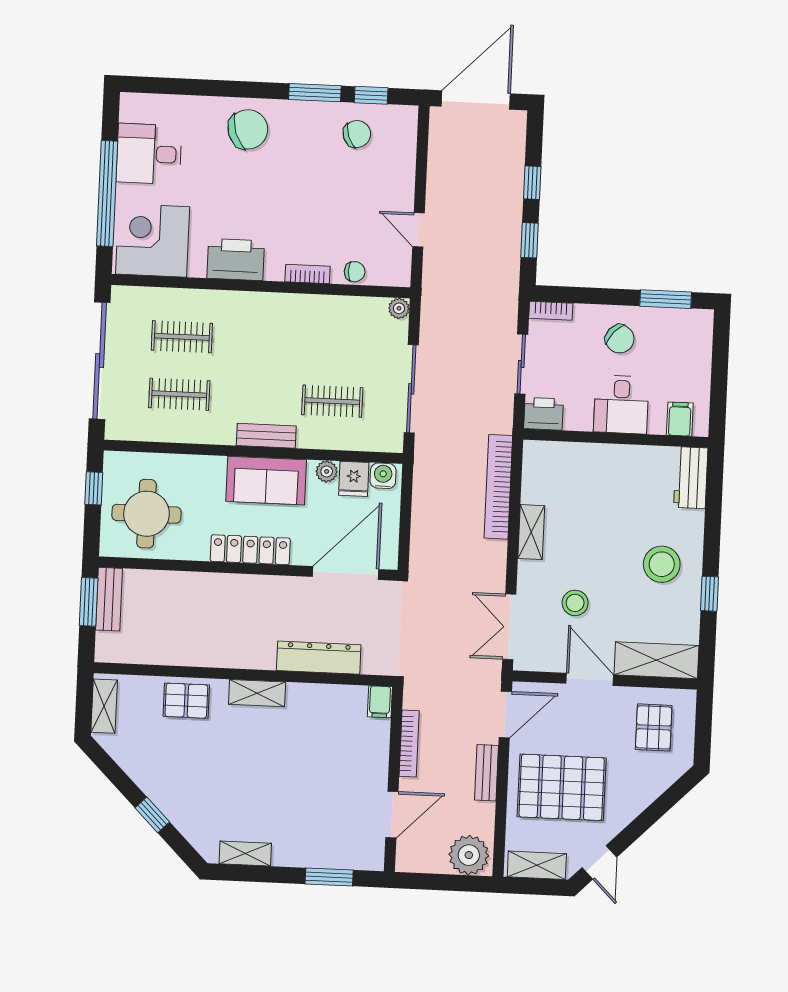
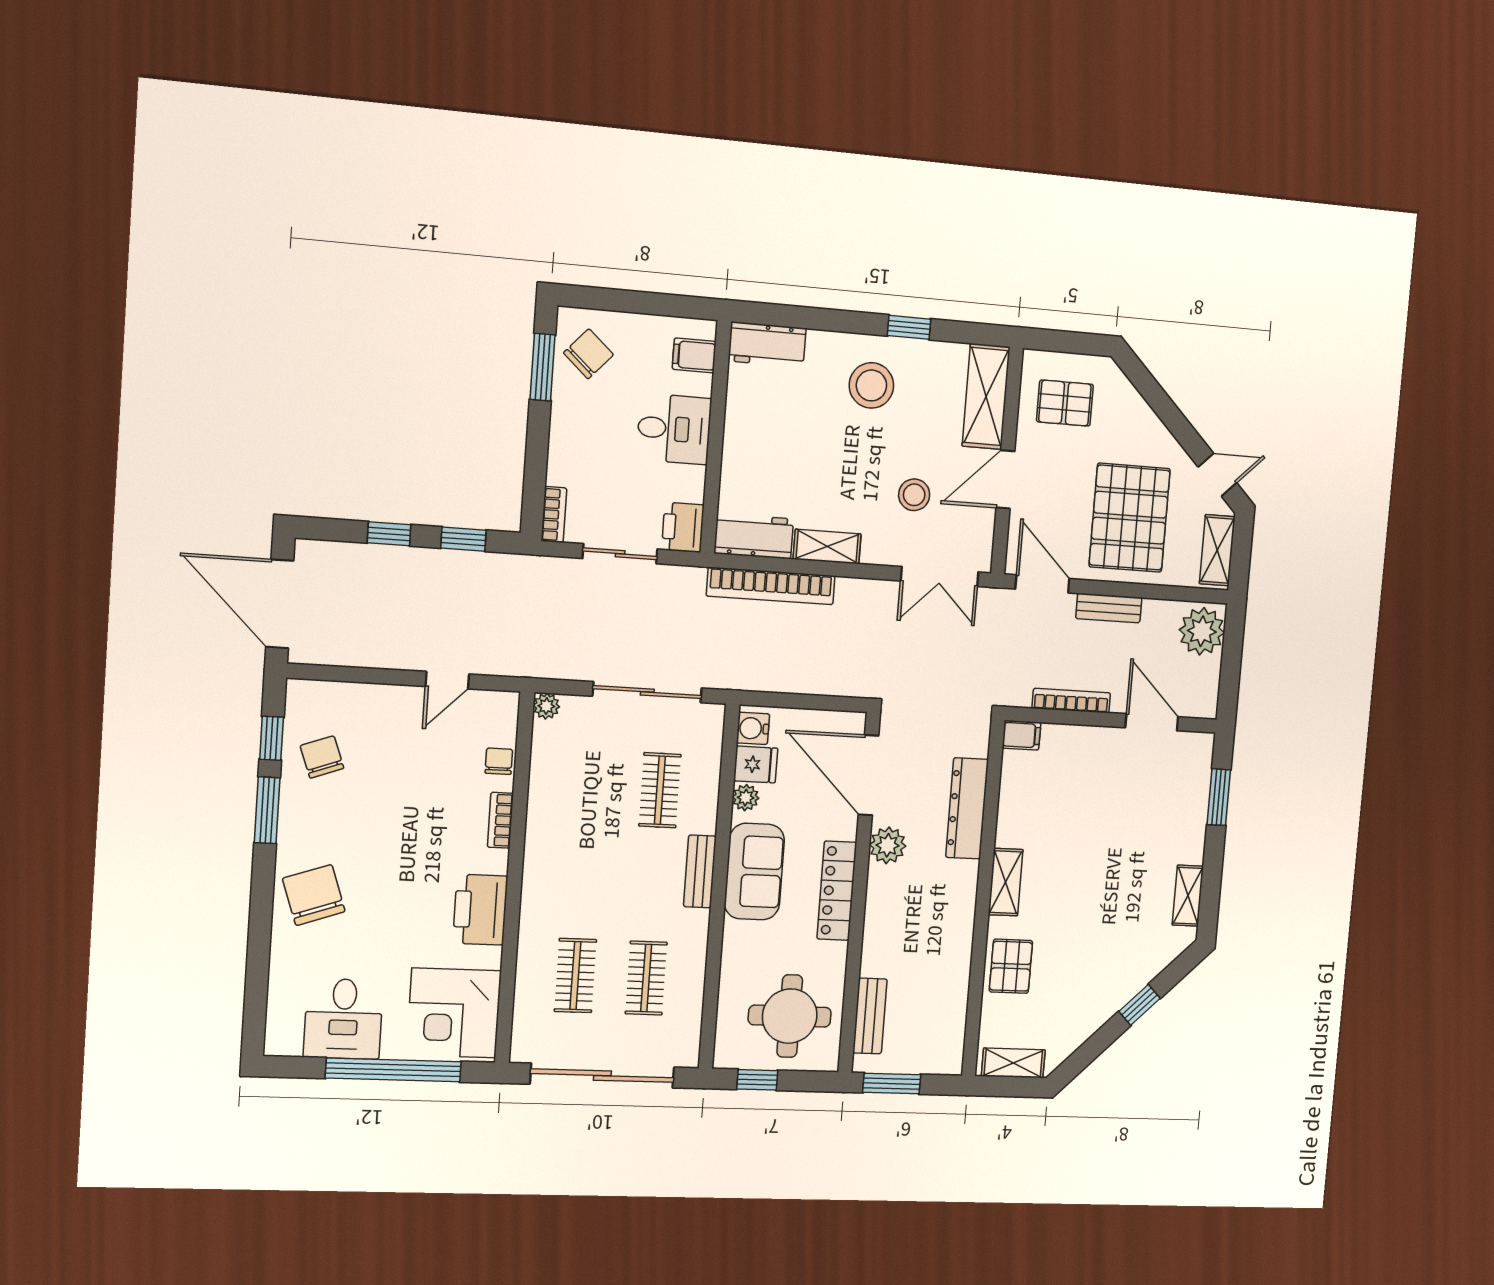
chair: (620, 339) -> (589, 354), moved
workbench: (538, 472) -> (754, 536), added
plant: (288, 591) -> (888, 845), added
bench: (109, 599) -> (870, 1016), moved, turned 90

